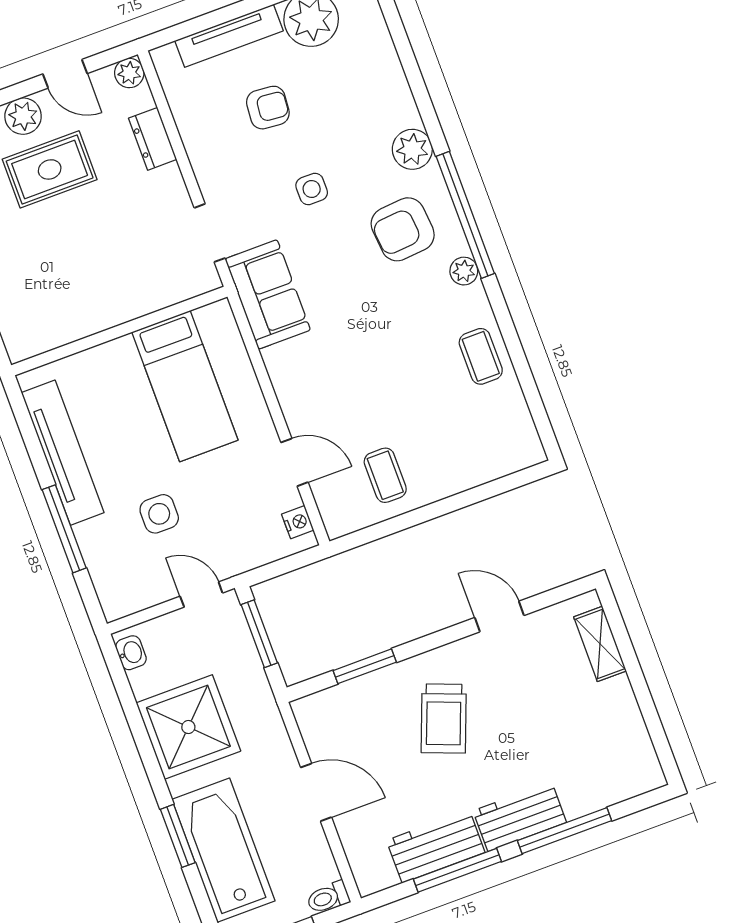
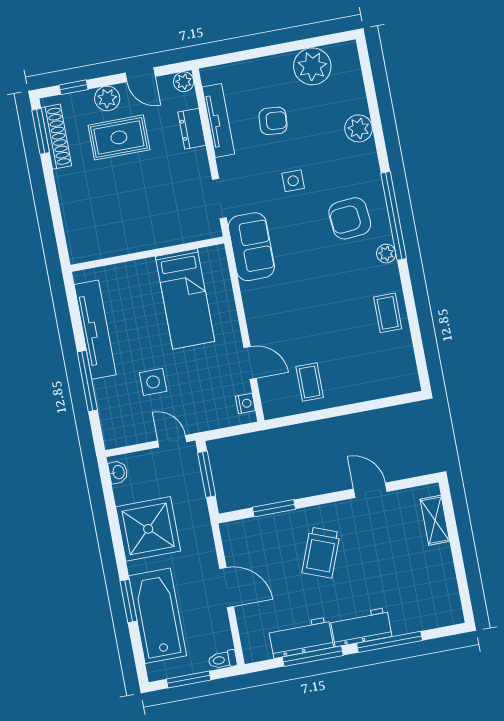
tv unit: (229, 36) -> (218, 121), moved, turned -90
plant: (412, 149) -> (359, 128), moved

